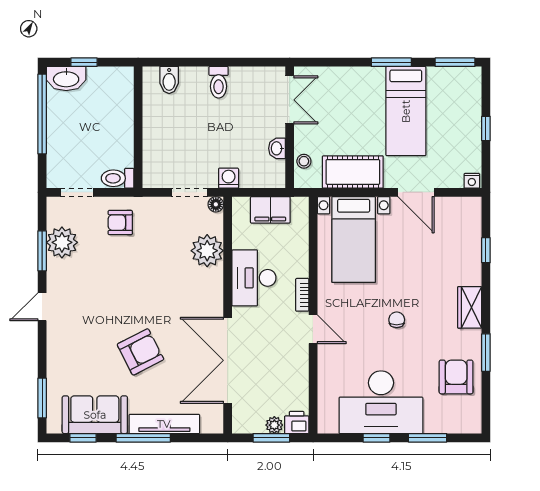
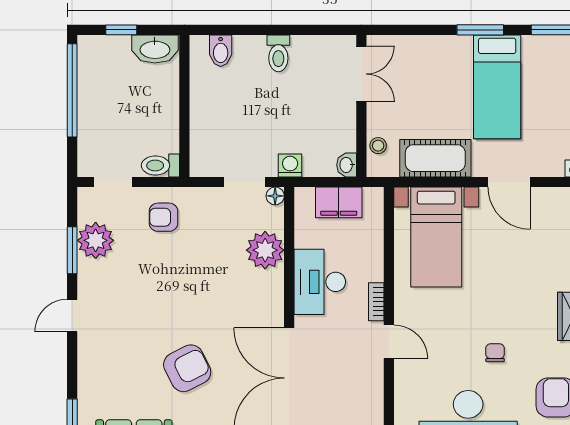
washbasin: (66, 79) -> (155, 49), moved
washbasin: (277, 148) -> (347, 165), moved
chair: (397, 320) -> (495, 353), moved

